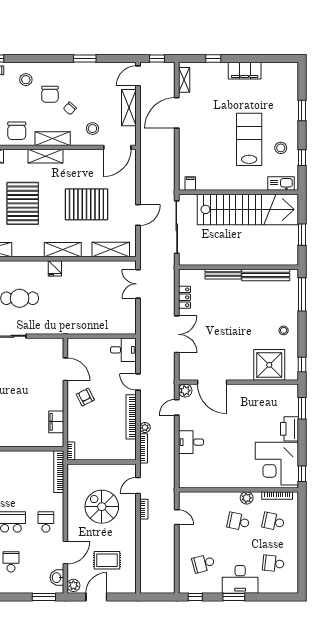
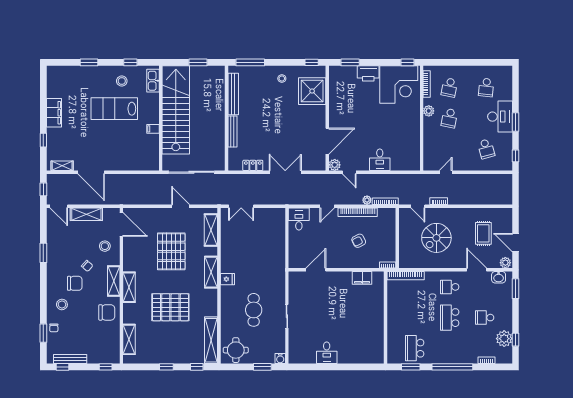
filing cabinet: (190, 183) -> (153, 129), moved
armchair: (85, 397) -> (359, 241), moved

